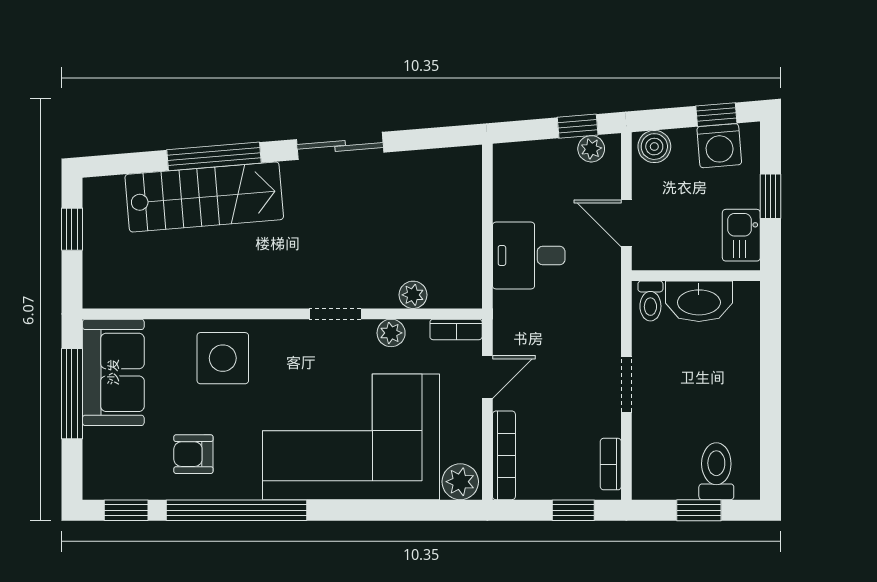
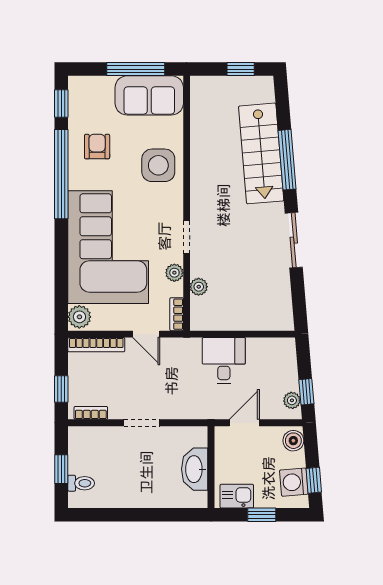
toilet: (650, 301) -> (195, 438), removed
toilet: (716, 471) -> (81, 483), width x0.73, depth x0.72

